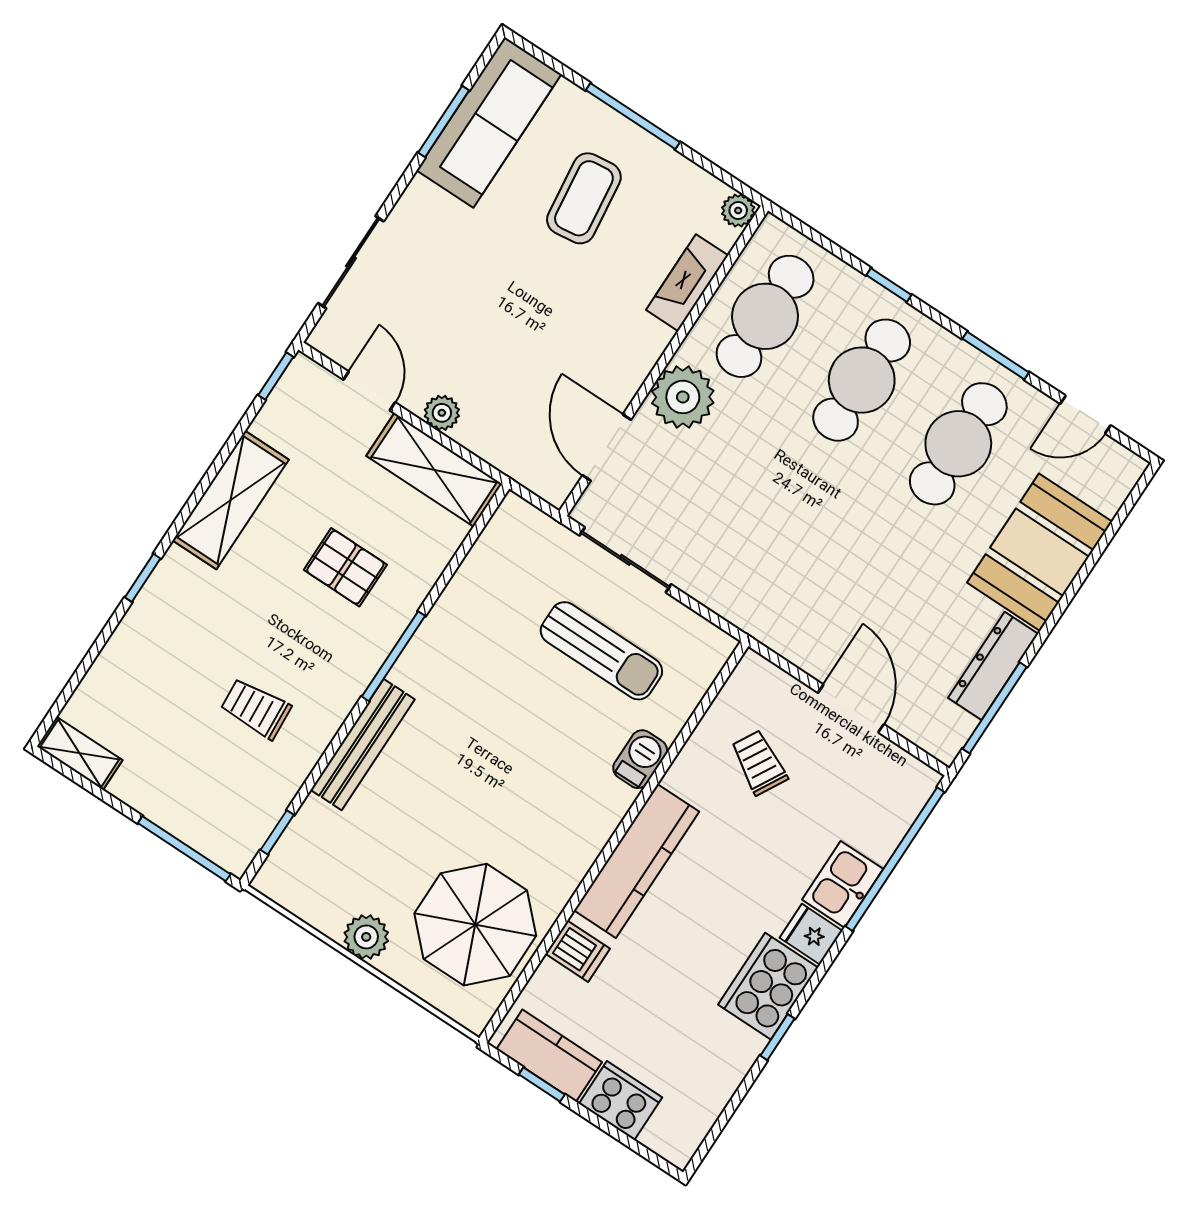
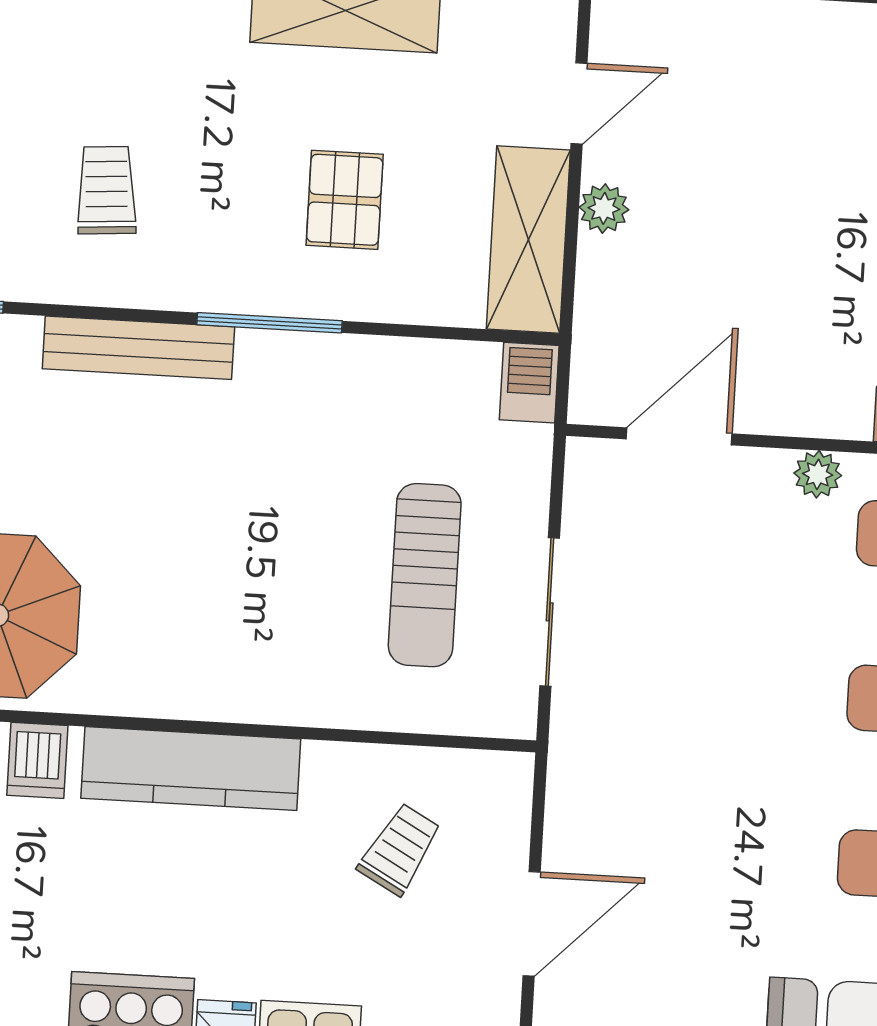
plant: (683, 397) -> (818, 474), width x0.53, depth x0.53
sliding door: (625, 560) -> (550, 612), moved
barbecue: (640, 759) -> (529, 383), moved, turned -90

